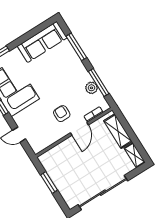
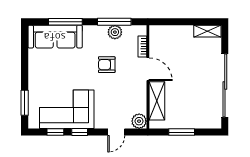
sofa: (42, 42) -> (55, 37), moved, turned 90
armchair: (62, 114) -> (107, 65), moved
shelving: (118, 131) -> (157, 101), moved, turned 90
plant: (37, 146) -> (139, 121), added

